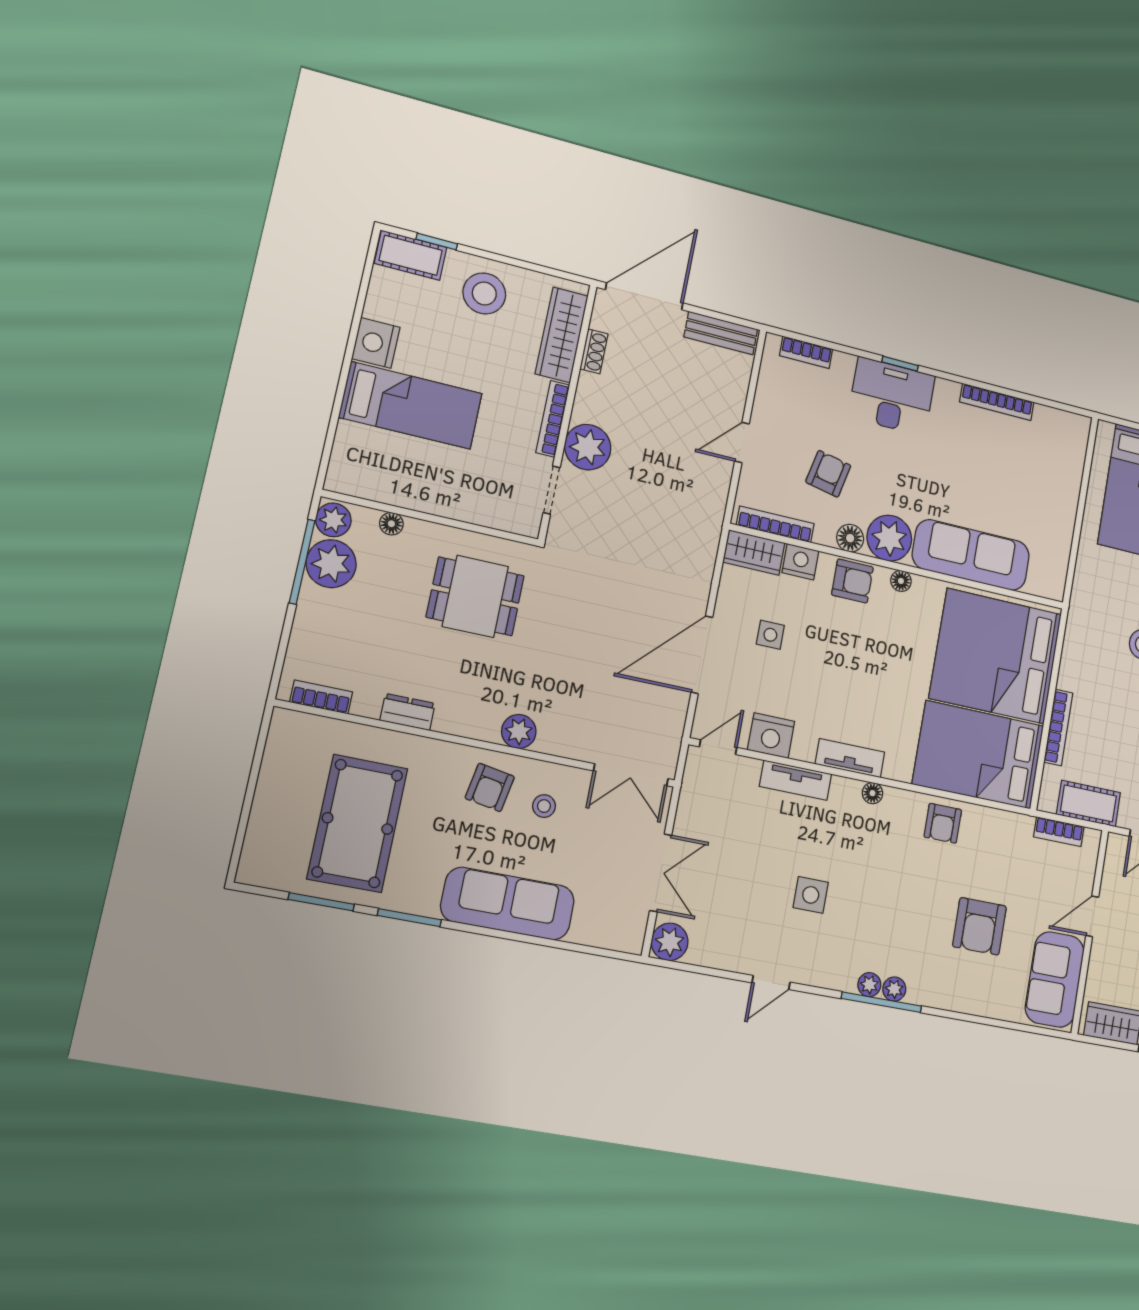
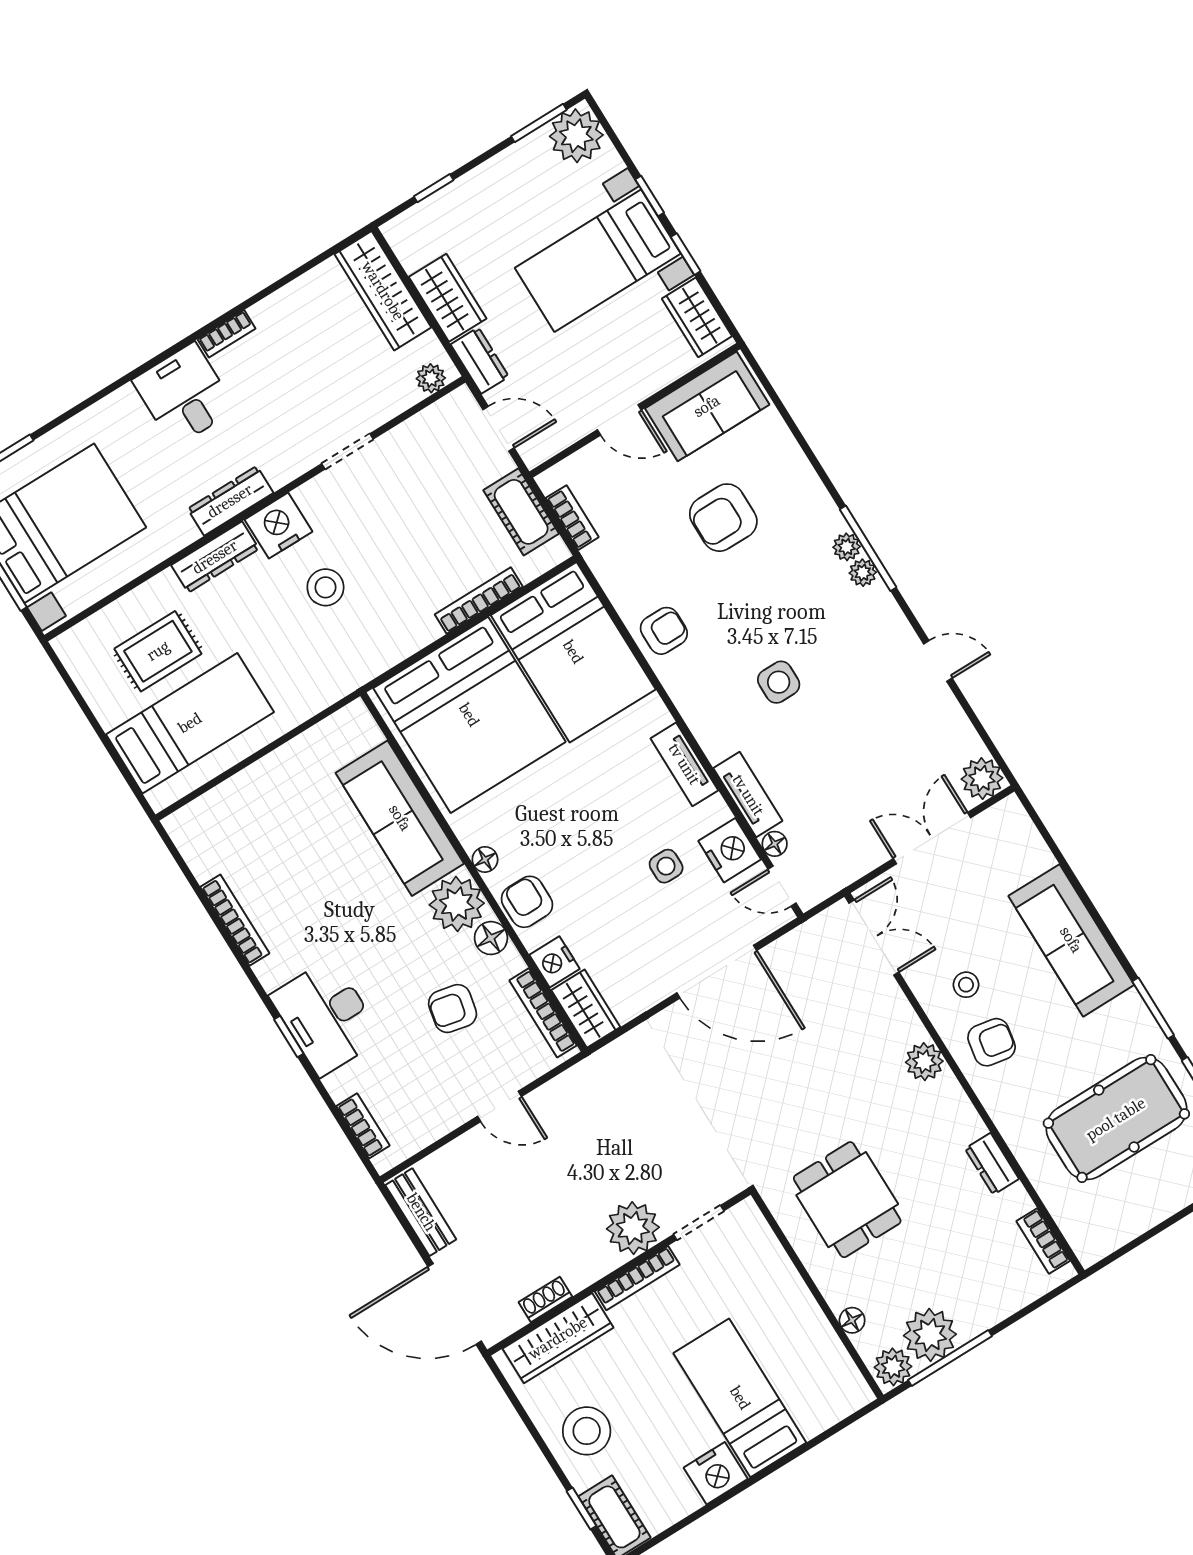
side table: (770, 635) -> (666, 866), moved
floor lamp: (872, 793) -> (775, 844), moved
side table: (811, 895) -> (779, 682), moved
armchair: (979, 926) -> (723, 518), turned 180

